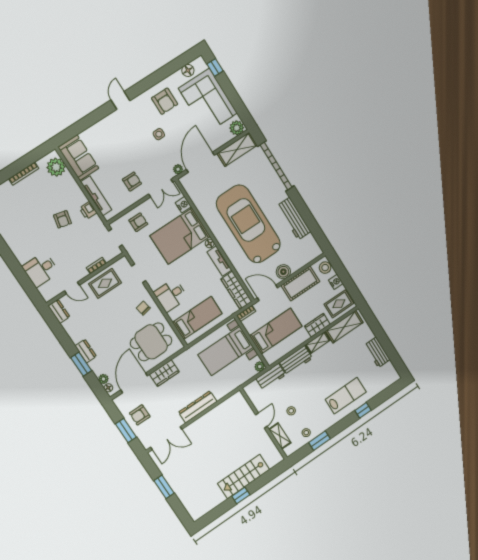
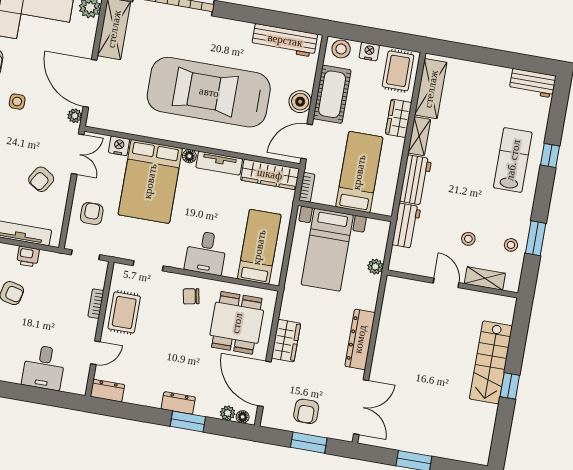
armchair: (132, 182) -> (41, 179), turned -148
workbench: (294, 219) -> (285, 40), moved
workbench: (377, 352) -> (533, 83), moved
plant: (260, 366) -> (375, 267), moved

